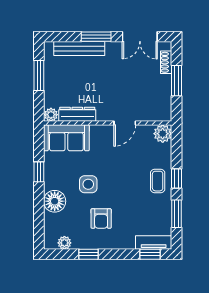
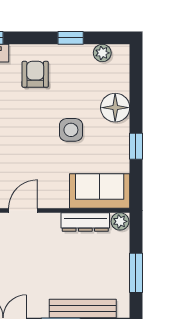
armchair: (101, 218) -> (35, 74), moved

